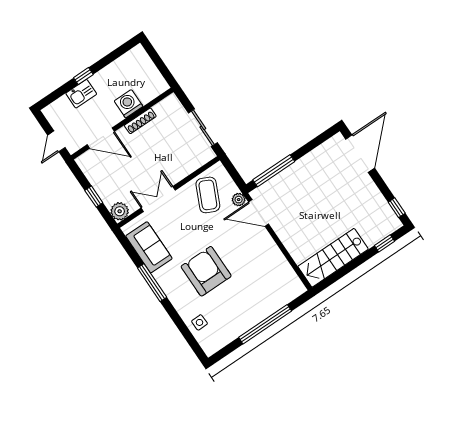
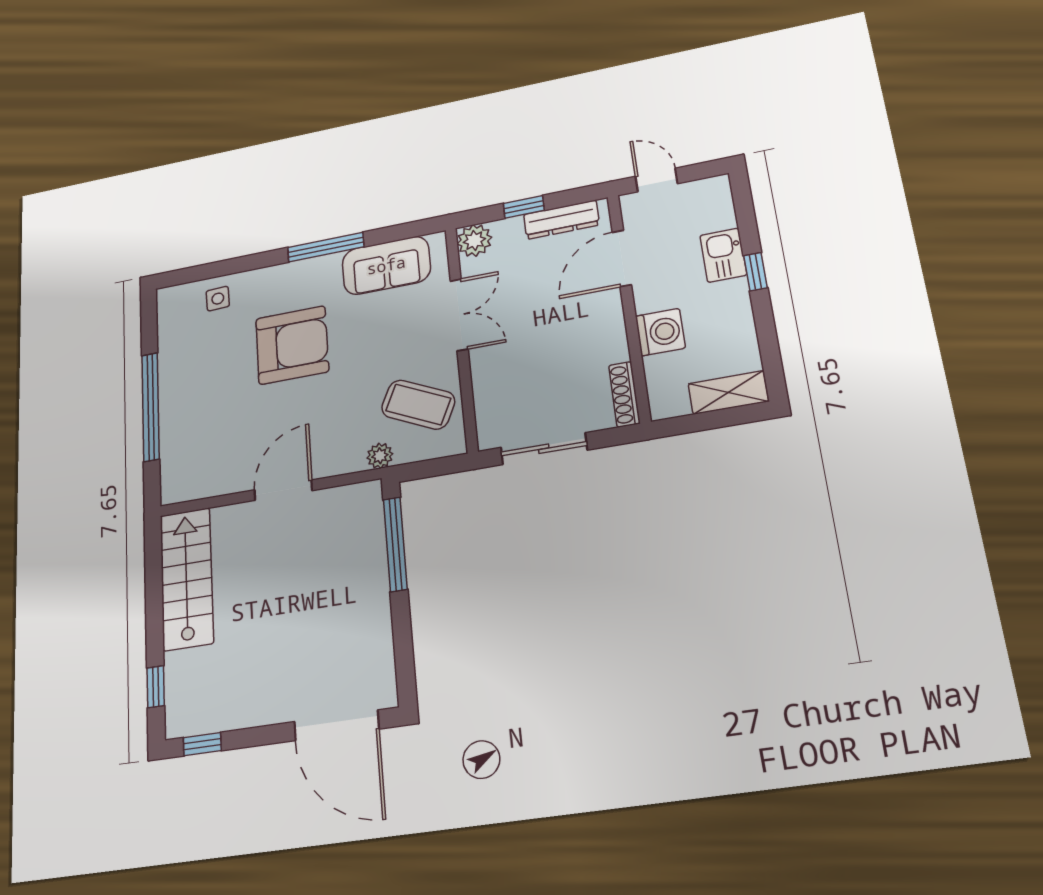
shelving: (144, 61) -> (728, 393), added
shoe rack: (140, 121) -> (624, 394), moved
dresser: (93, 175) -> (561, 220), added
door: (259, 213) -> (283, 490), moved

